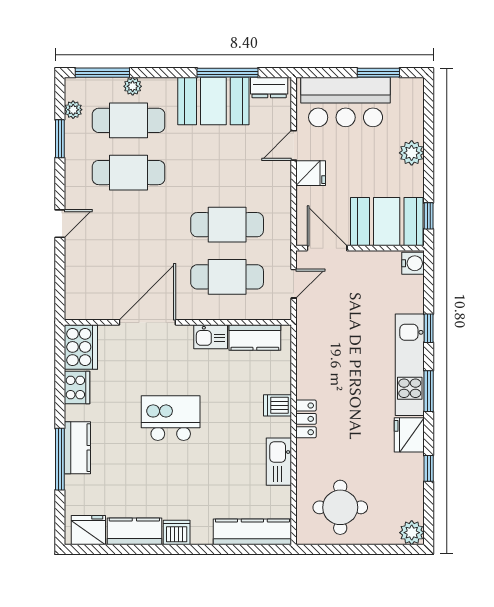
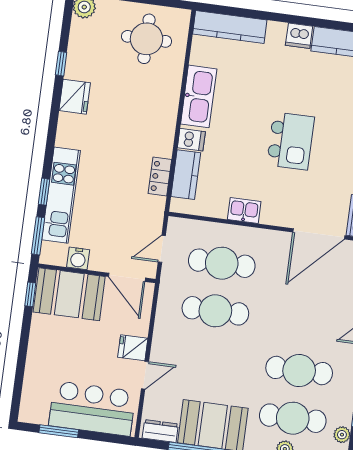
plant: (412, 153) -> (38, 354), removed
water cooler: (413, 263) -> (78, 258), moved, turned -90
door: (147, 322) -> (319, 234), moved
kitchen counter: (255, 337) -> (186, 175), moved, turned 90
kitchen unit: (410, 365) -> (61, 195), moved
window: (429, 391) -> (38, 236), moved
kitchen island: (171, 418) -> (291, 141), turned -90
locker: (306, 419) -> (160, 177), moved
kitchen sink: (279, 462) -> (199, 96), width x1.36, depth x1.24

